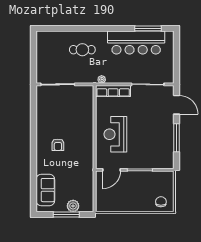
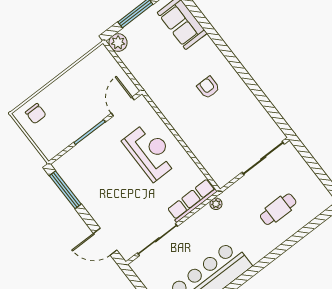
cafe table: (82, 50) -> (278, 209), moved
window: (176, 138) -> (65, 190), moved
plant: (73, 206) -> (118, 43), moved

